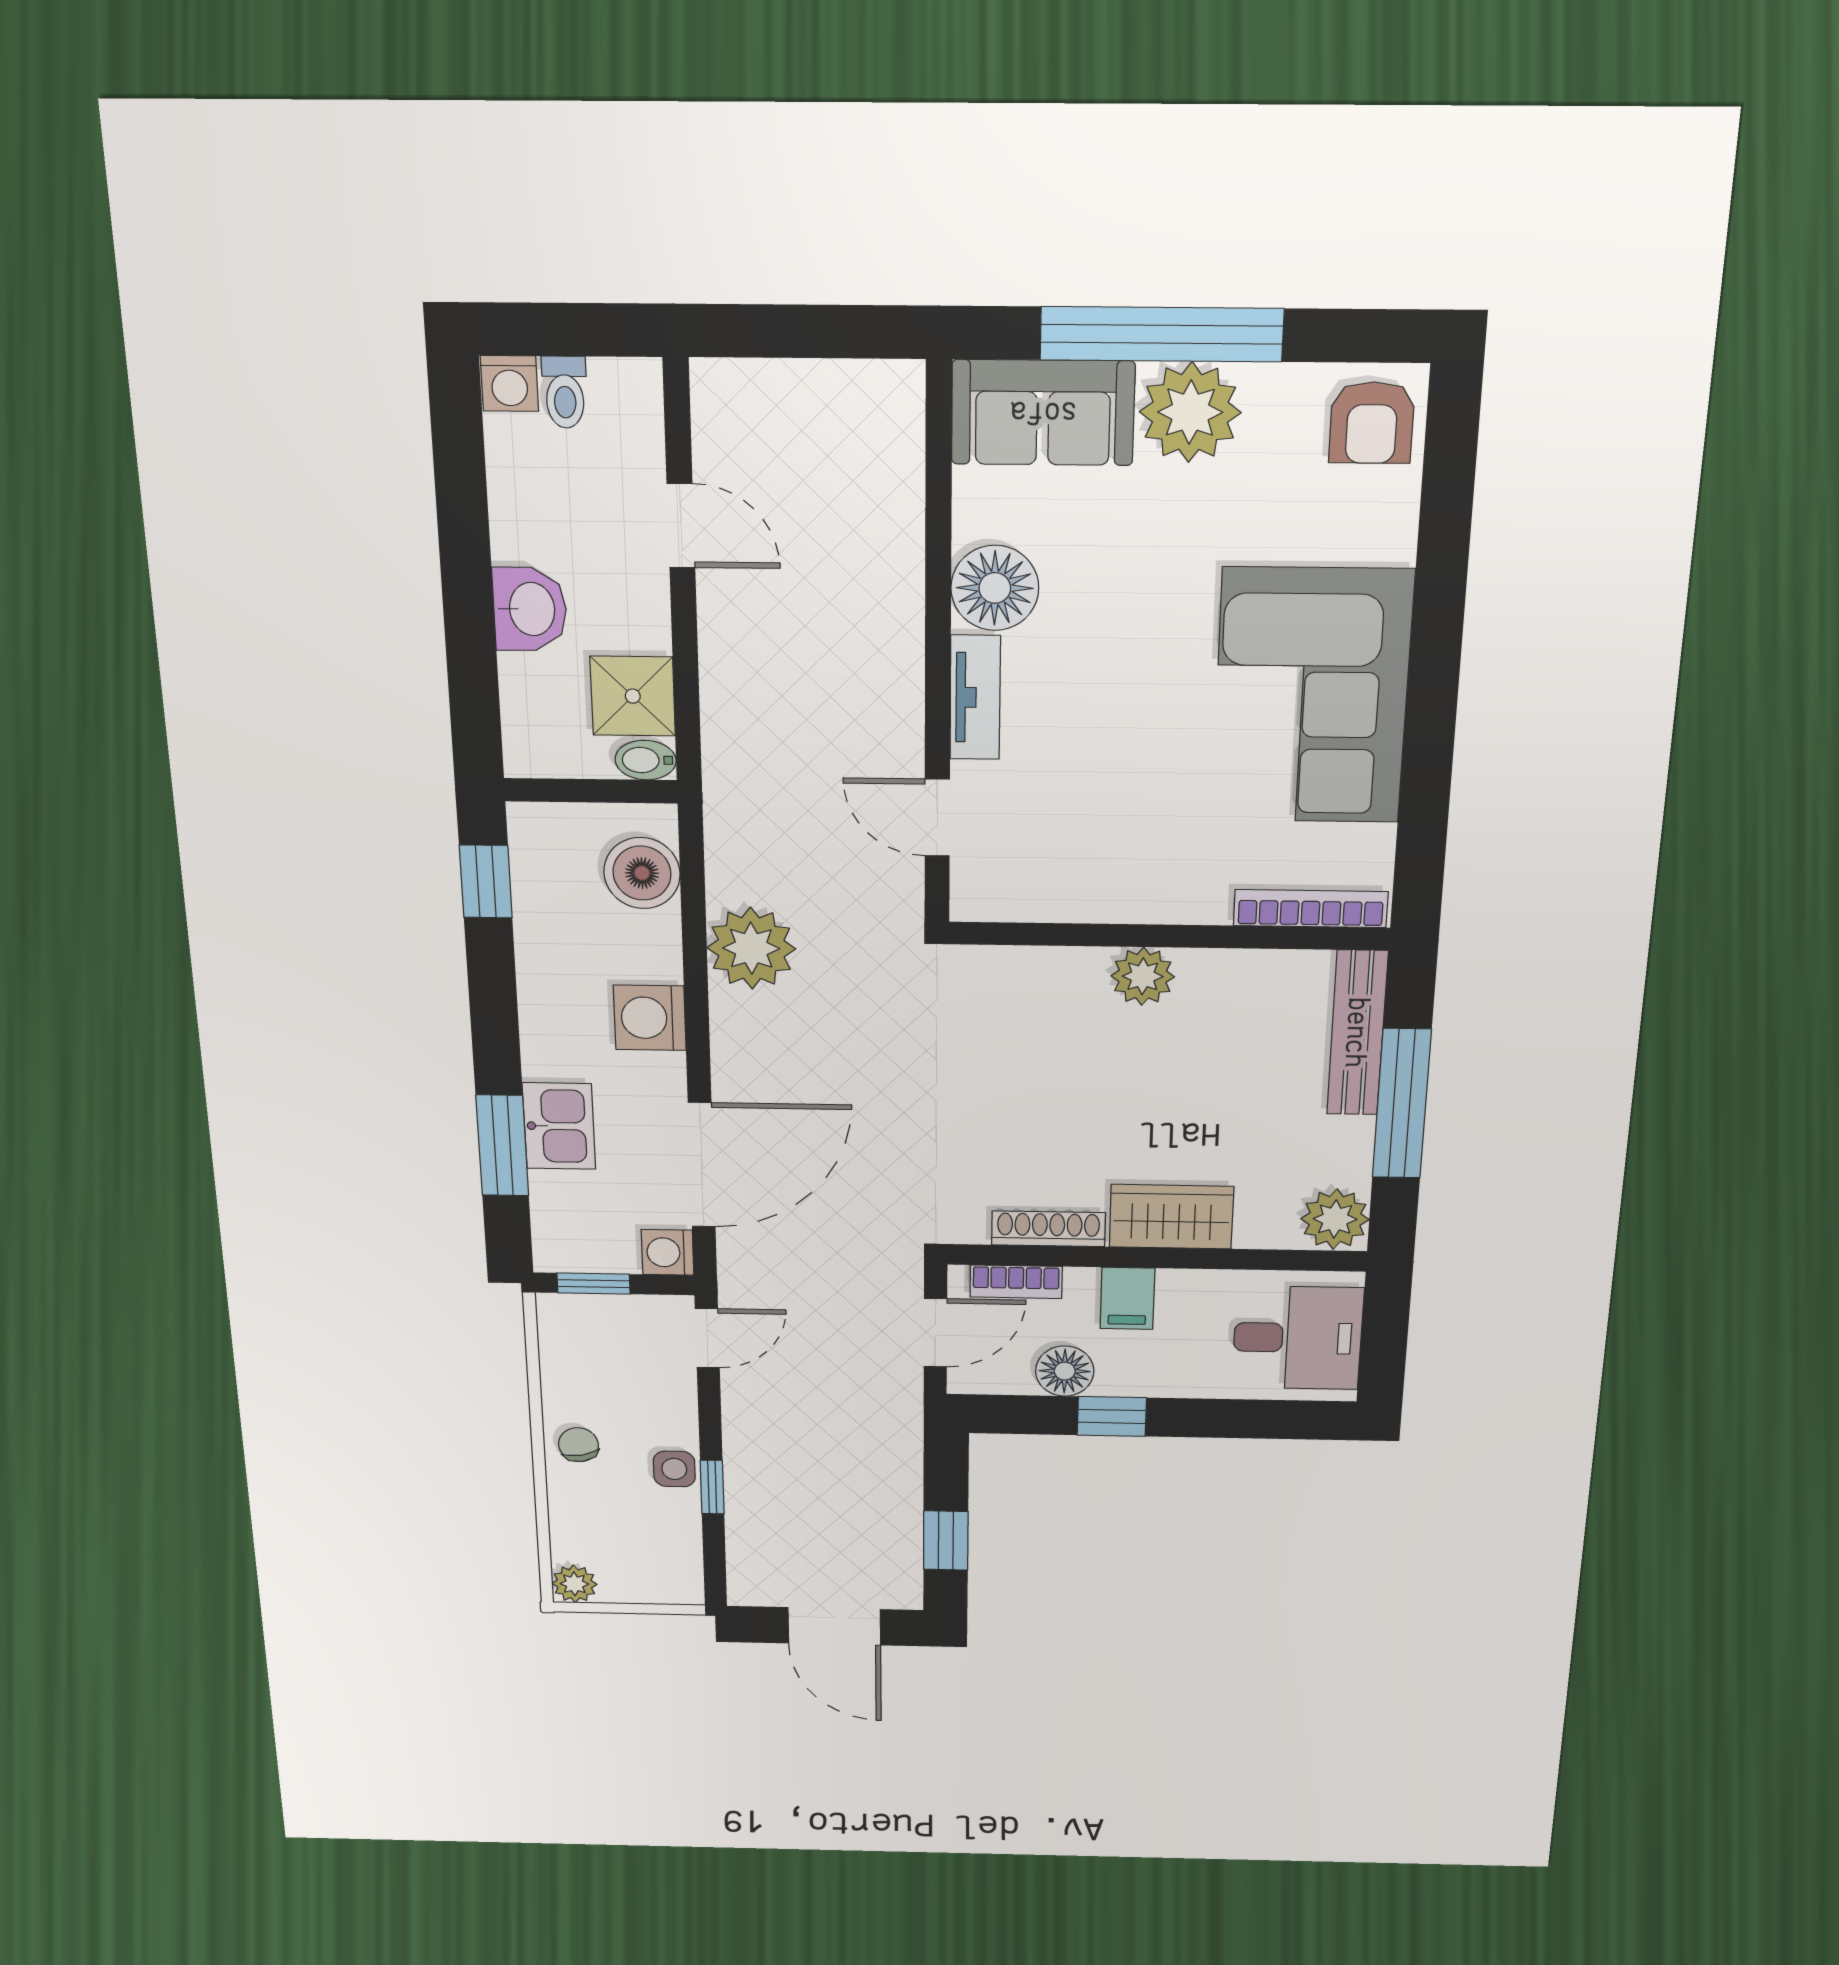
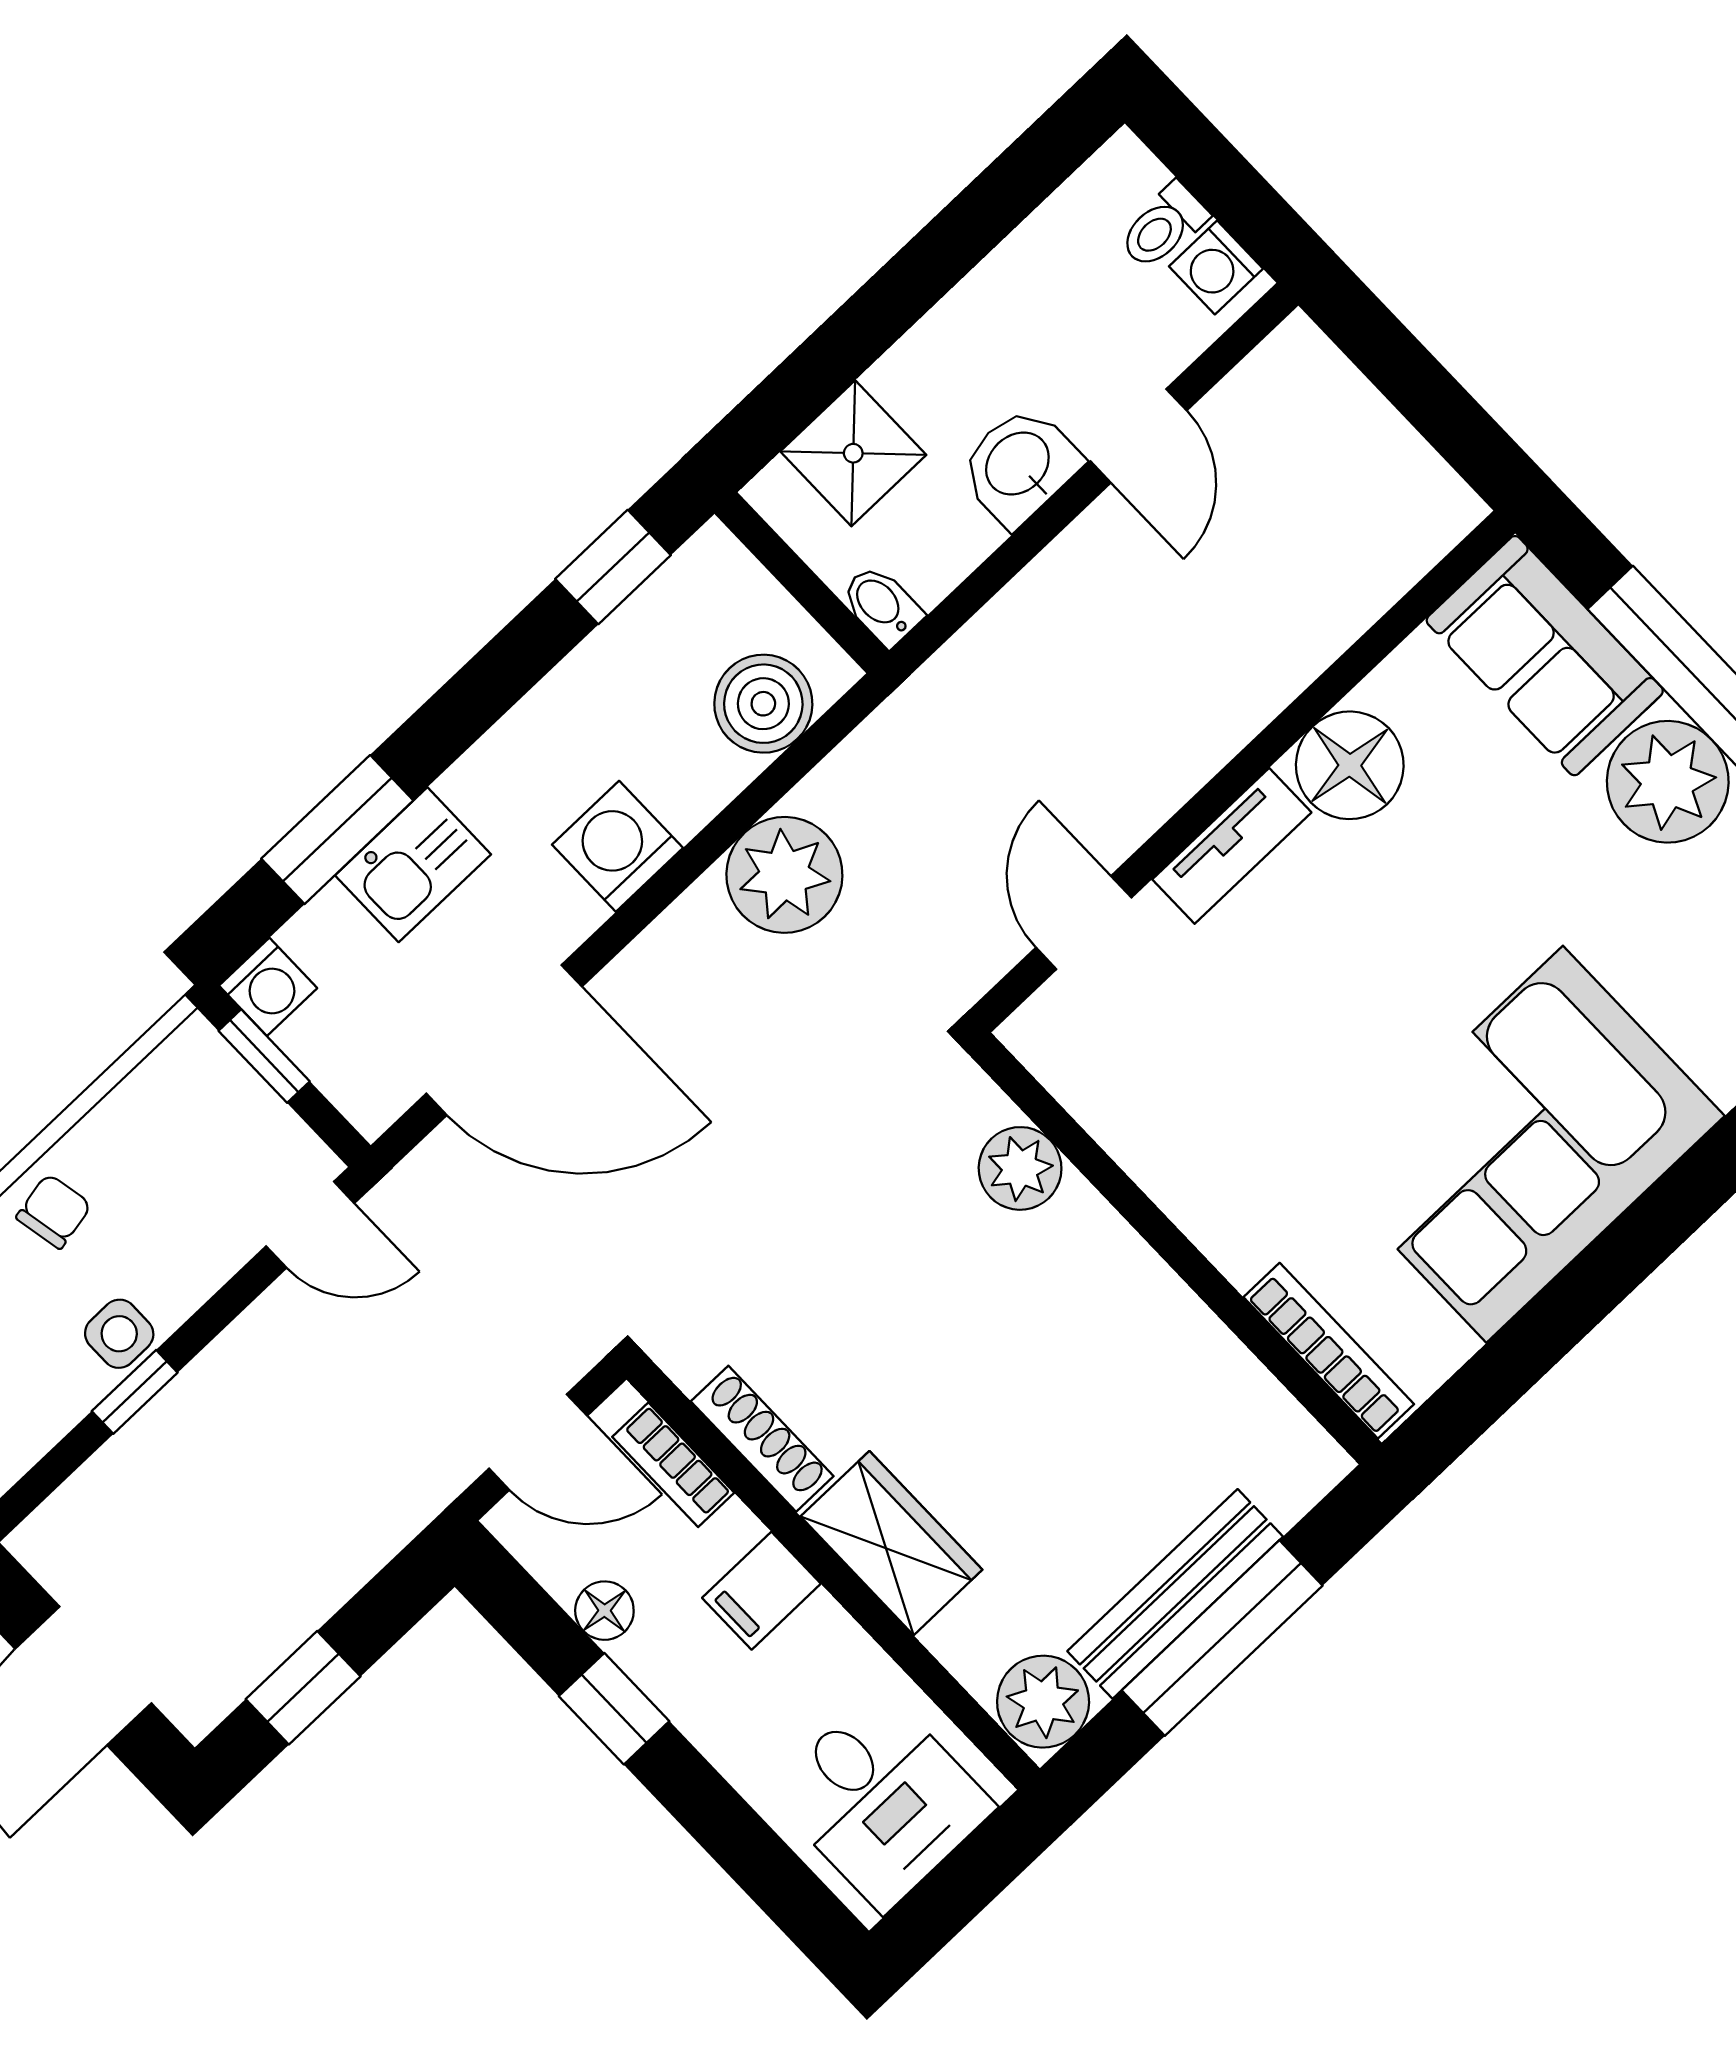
washing machine: (509, 384) -> (1216, 267), moved
washbasin: (530, 609) -> (1019, 466), moved, turned 180
shower: (633, 696) -> (853, 453), moved
plant: (1143, 976) -> (1020, 1168), moved
bench: (1357, 1033) -> (1175, 1594), moved
washing machine: (668, 1252) -> (268, 987), moved, turned 180
floor lamp: (1065, 1371) -> (604, 1611), width x0.73, depth x0.73

